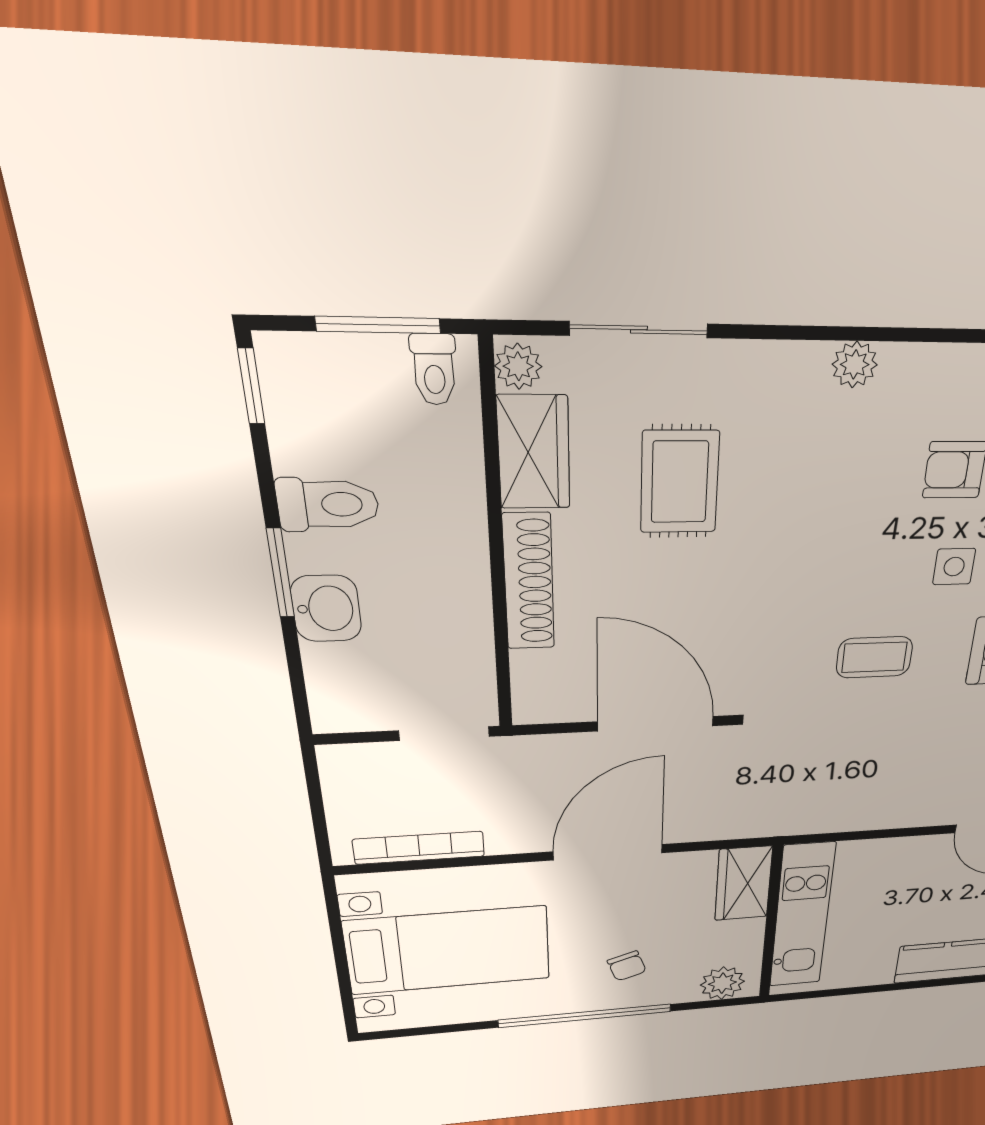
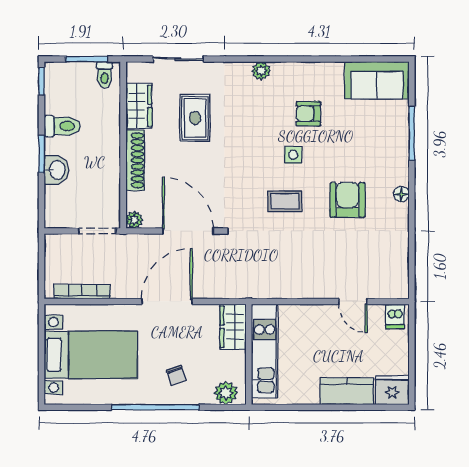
plant: (518, 366) -> (134, 220), moved
side table: (954, 567) -> (293, 155), moved

